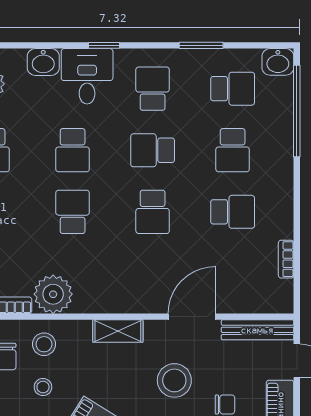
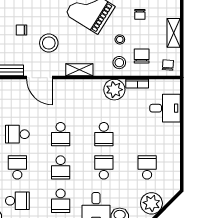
school desk: (233, 89) -> (17, 201), turned 180
school desk: (153, 150) -> (61, 167), turned 90
school desk: (153, 212) -> (61, 134), turned 180
door: (192, 317) -> (39, 78), hinge flipped

